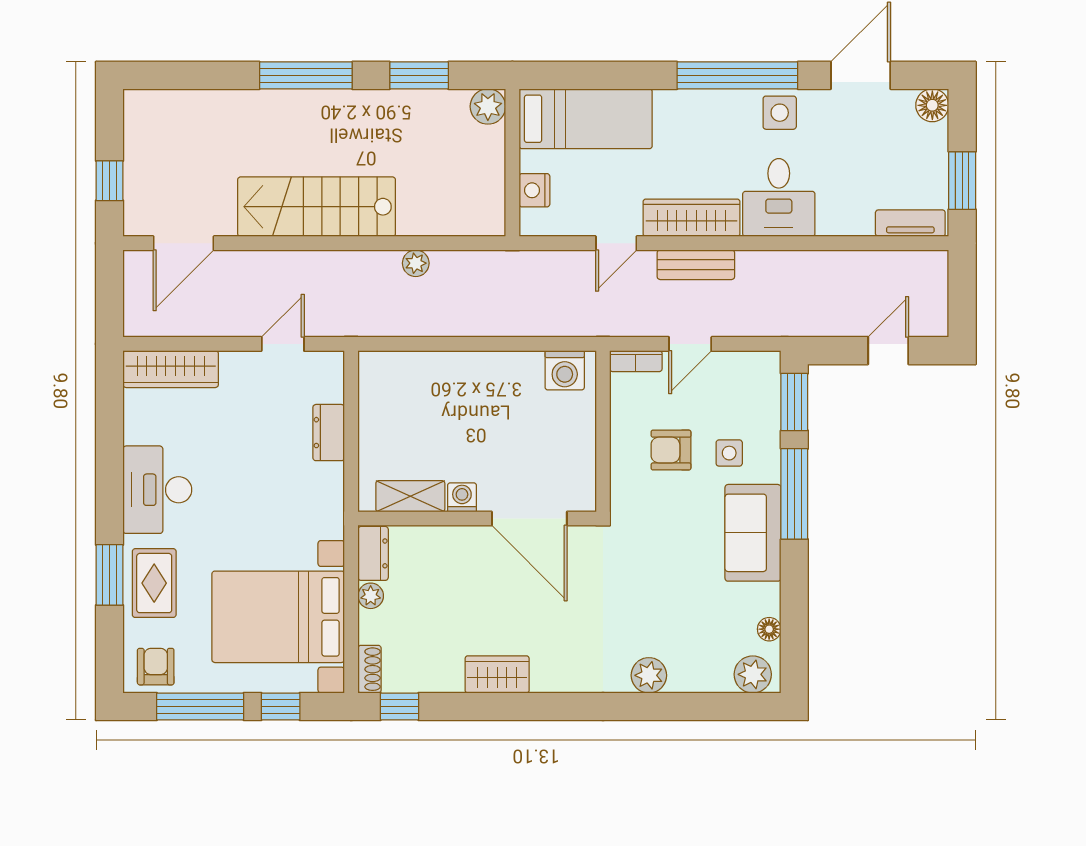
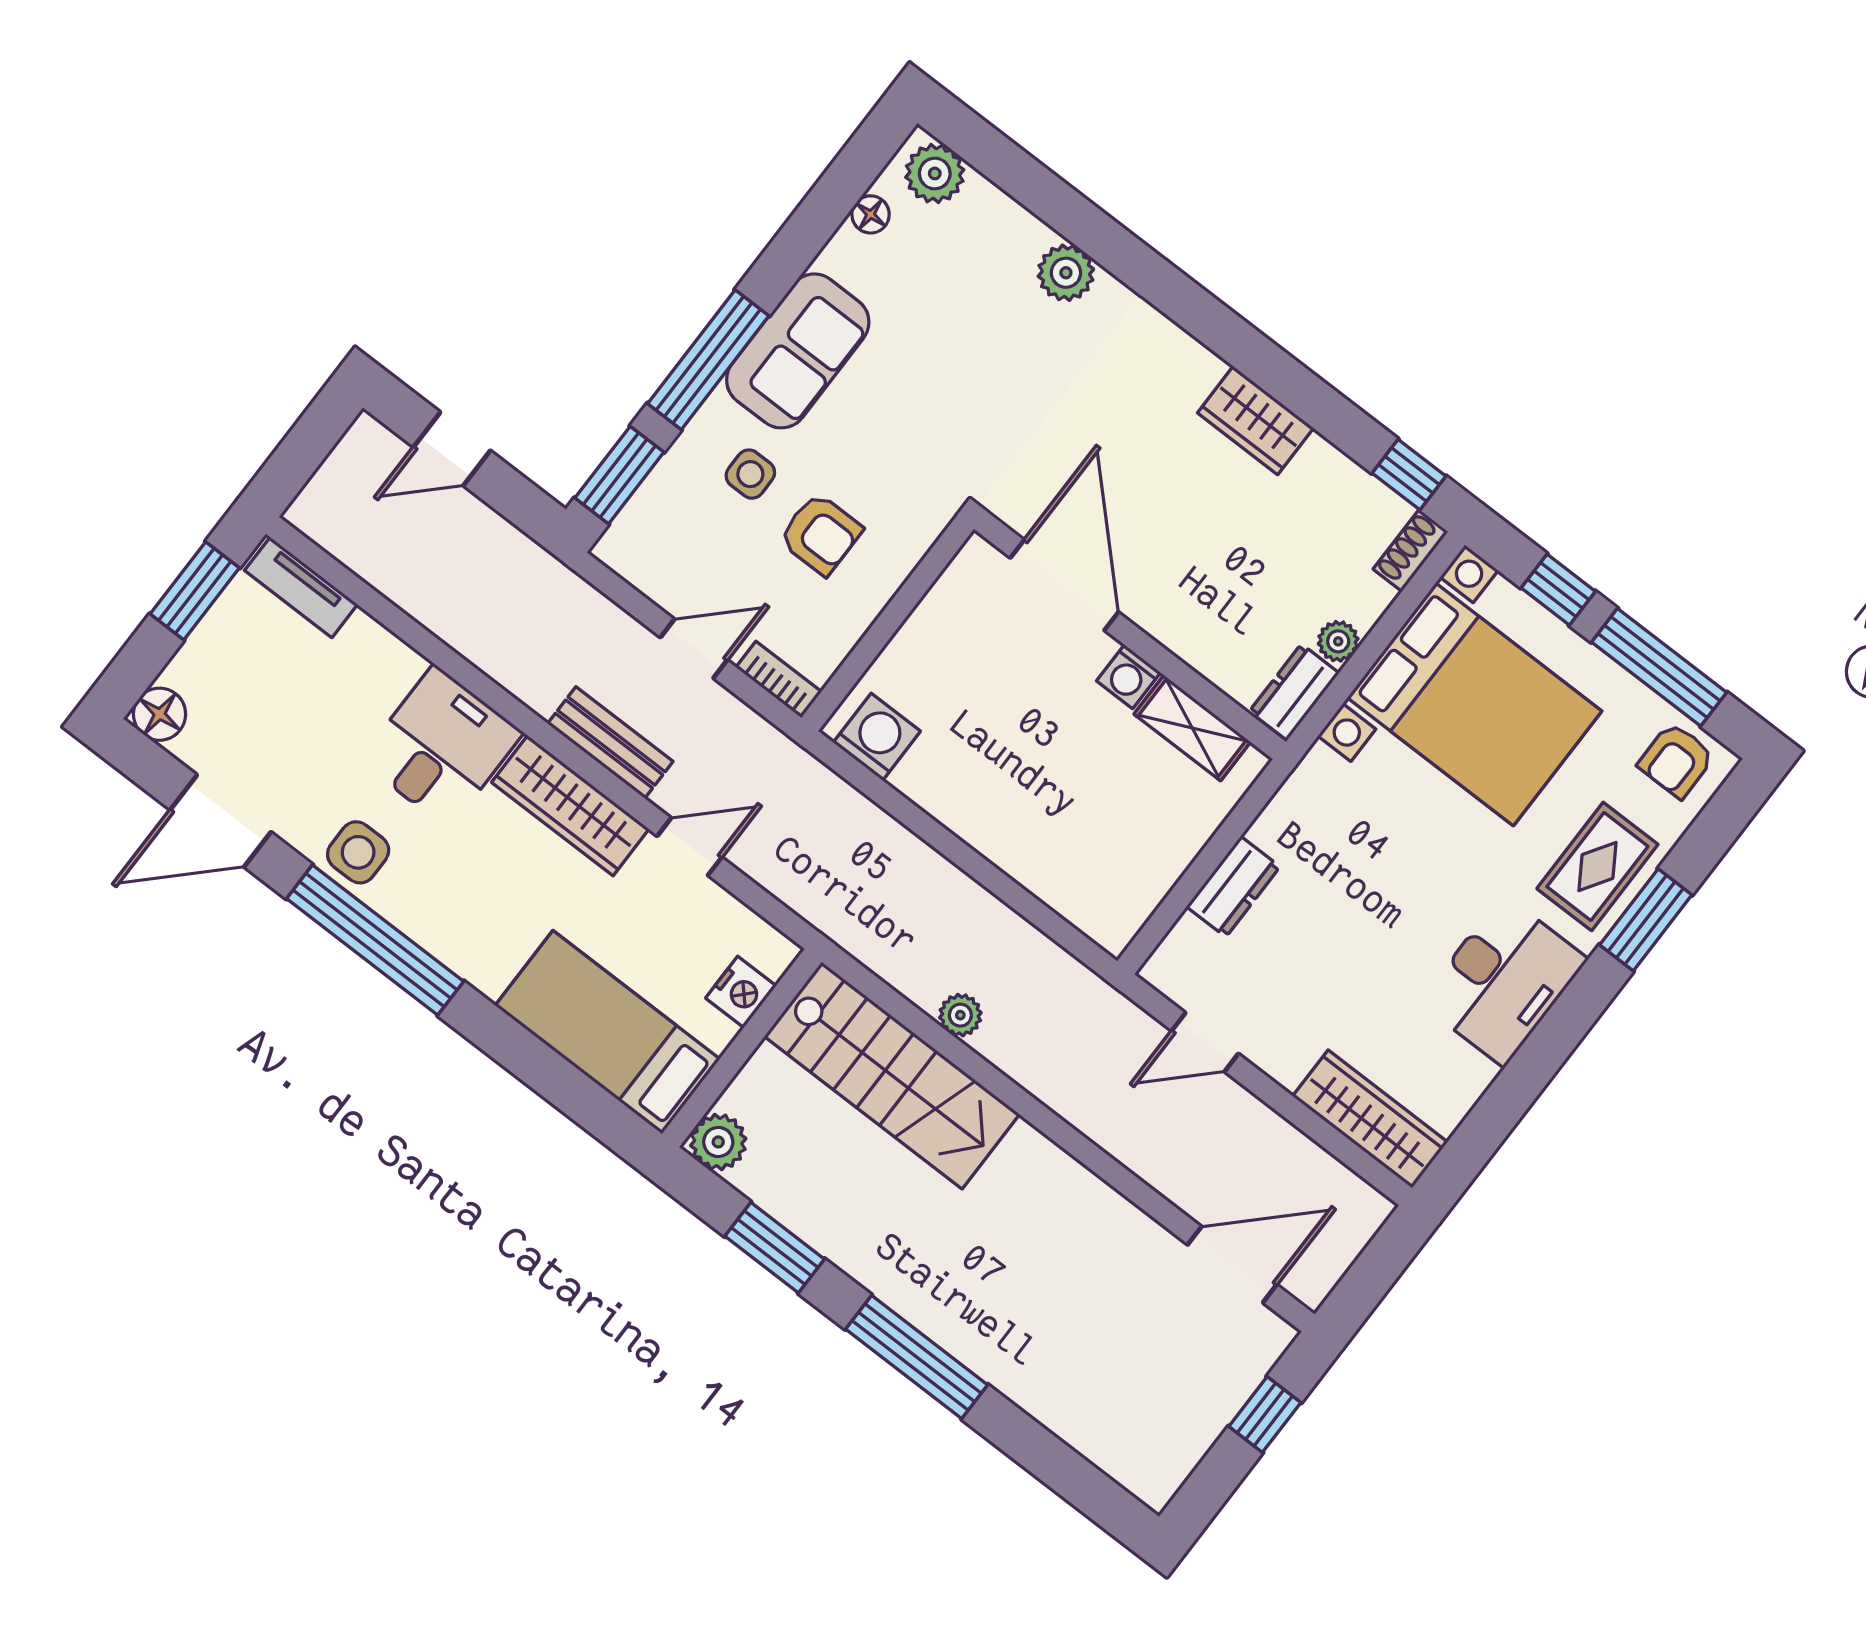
stairs: (317, 207) -> (892, 1075), moved

